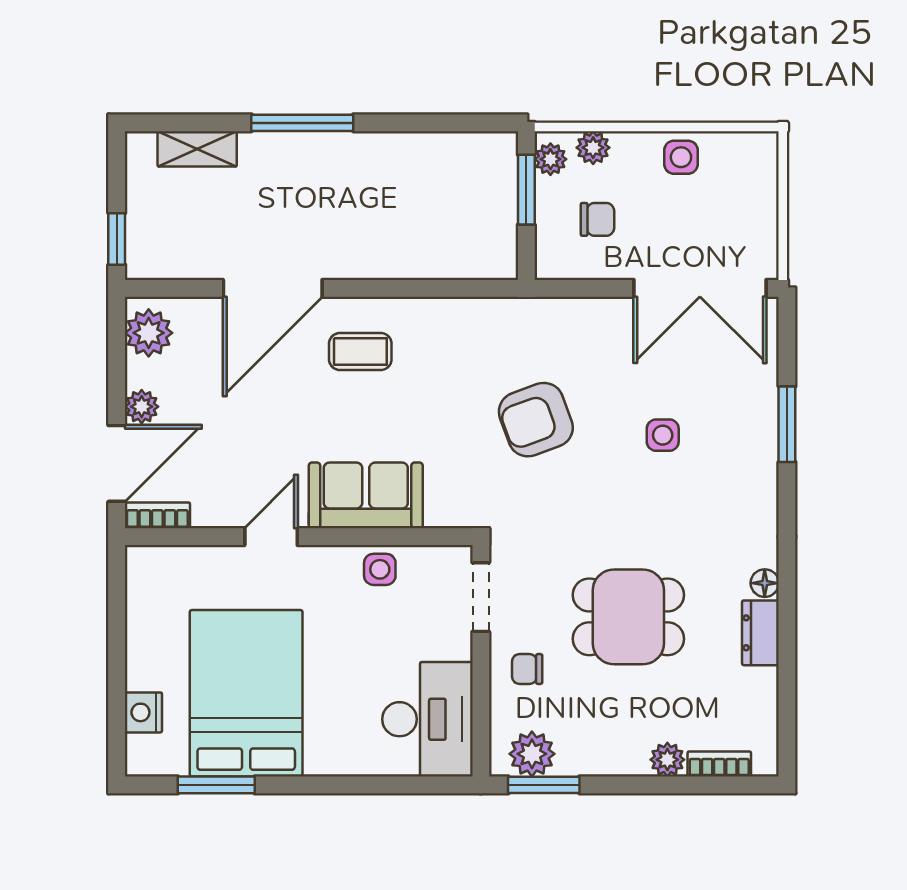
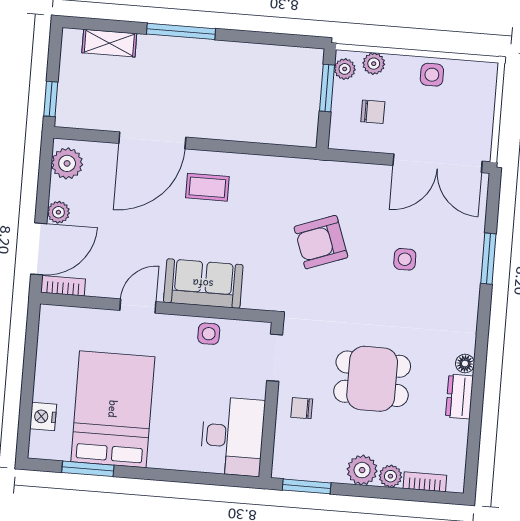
plant: (532, 754) -> (362, 470), moved

